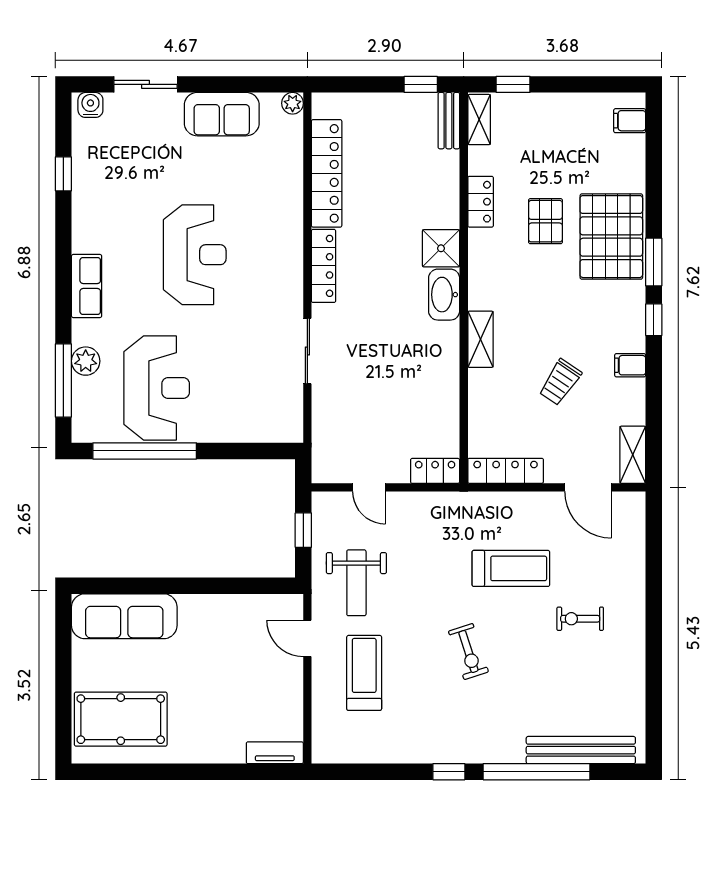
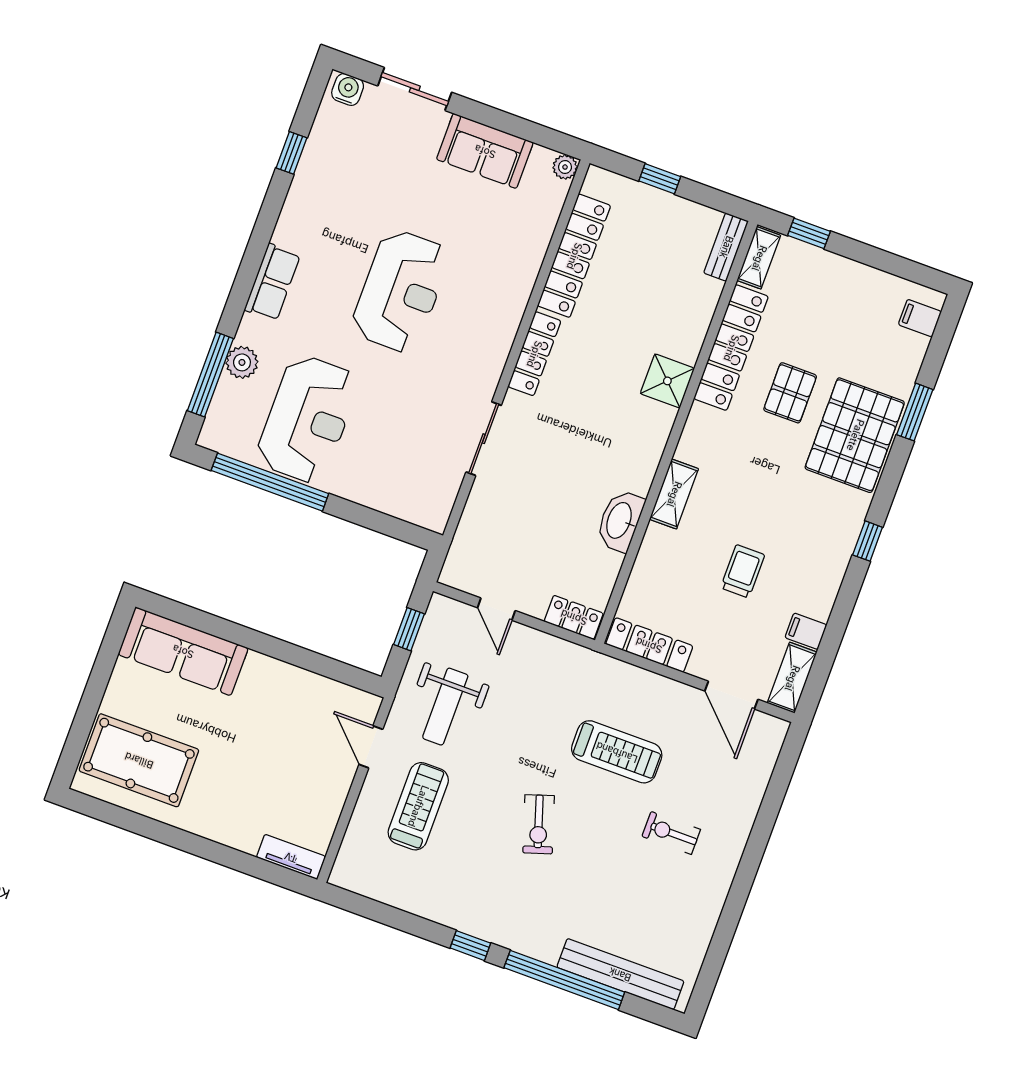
window: (421, 84) -> (660, 179), moved
locker: (481, 202) -> (731, 348), width x2.16, depth x1.21
window: (654, 262) -> (915, 412), moved
washbasin: (444, 295) -> (620, 521), moved
filing cabinet: (630, 365) -> (806, 631), moved
trolley: (560, 382) -> (743, 571), turned 146

